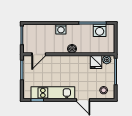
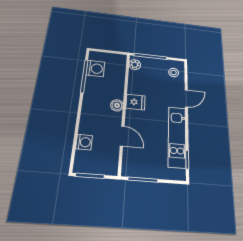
washing machine: (61, 29) -> (84, 142), moved
door: (39, 54) -> (122, 136), moved
fridge: (96, 62) -> (136, 102), moved

